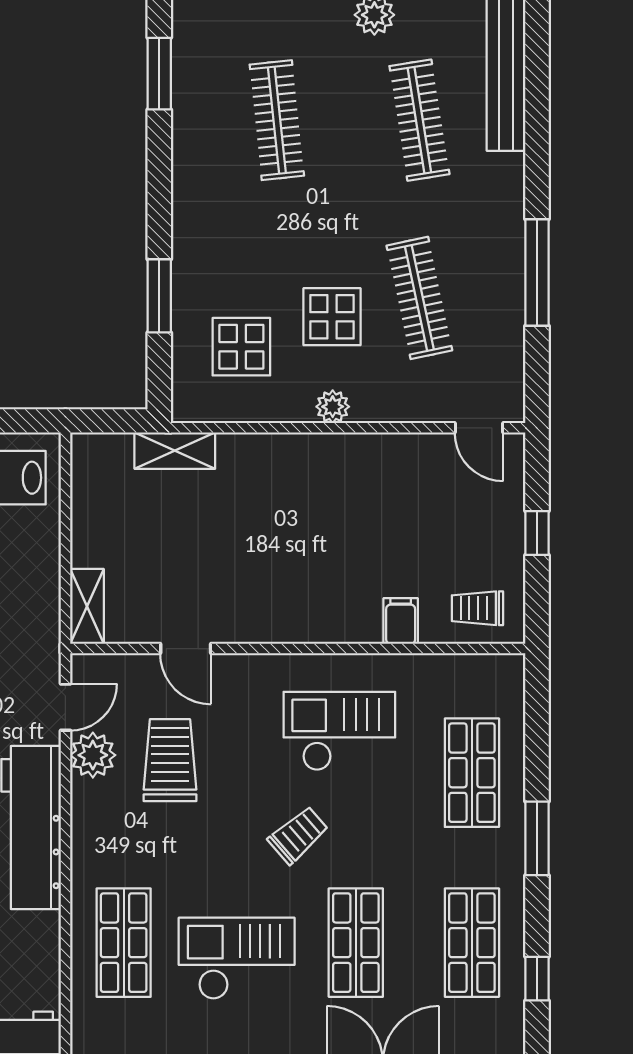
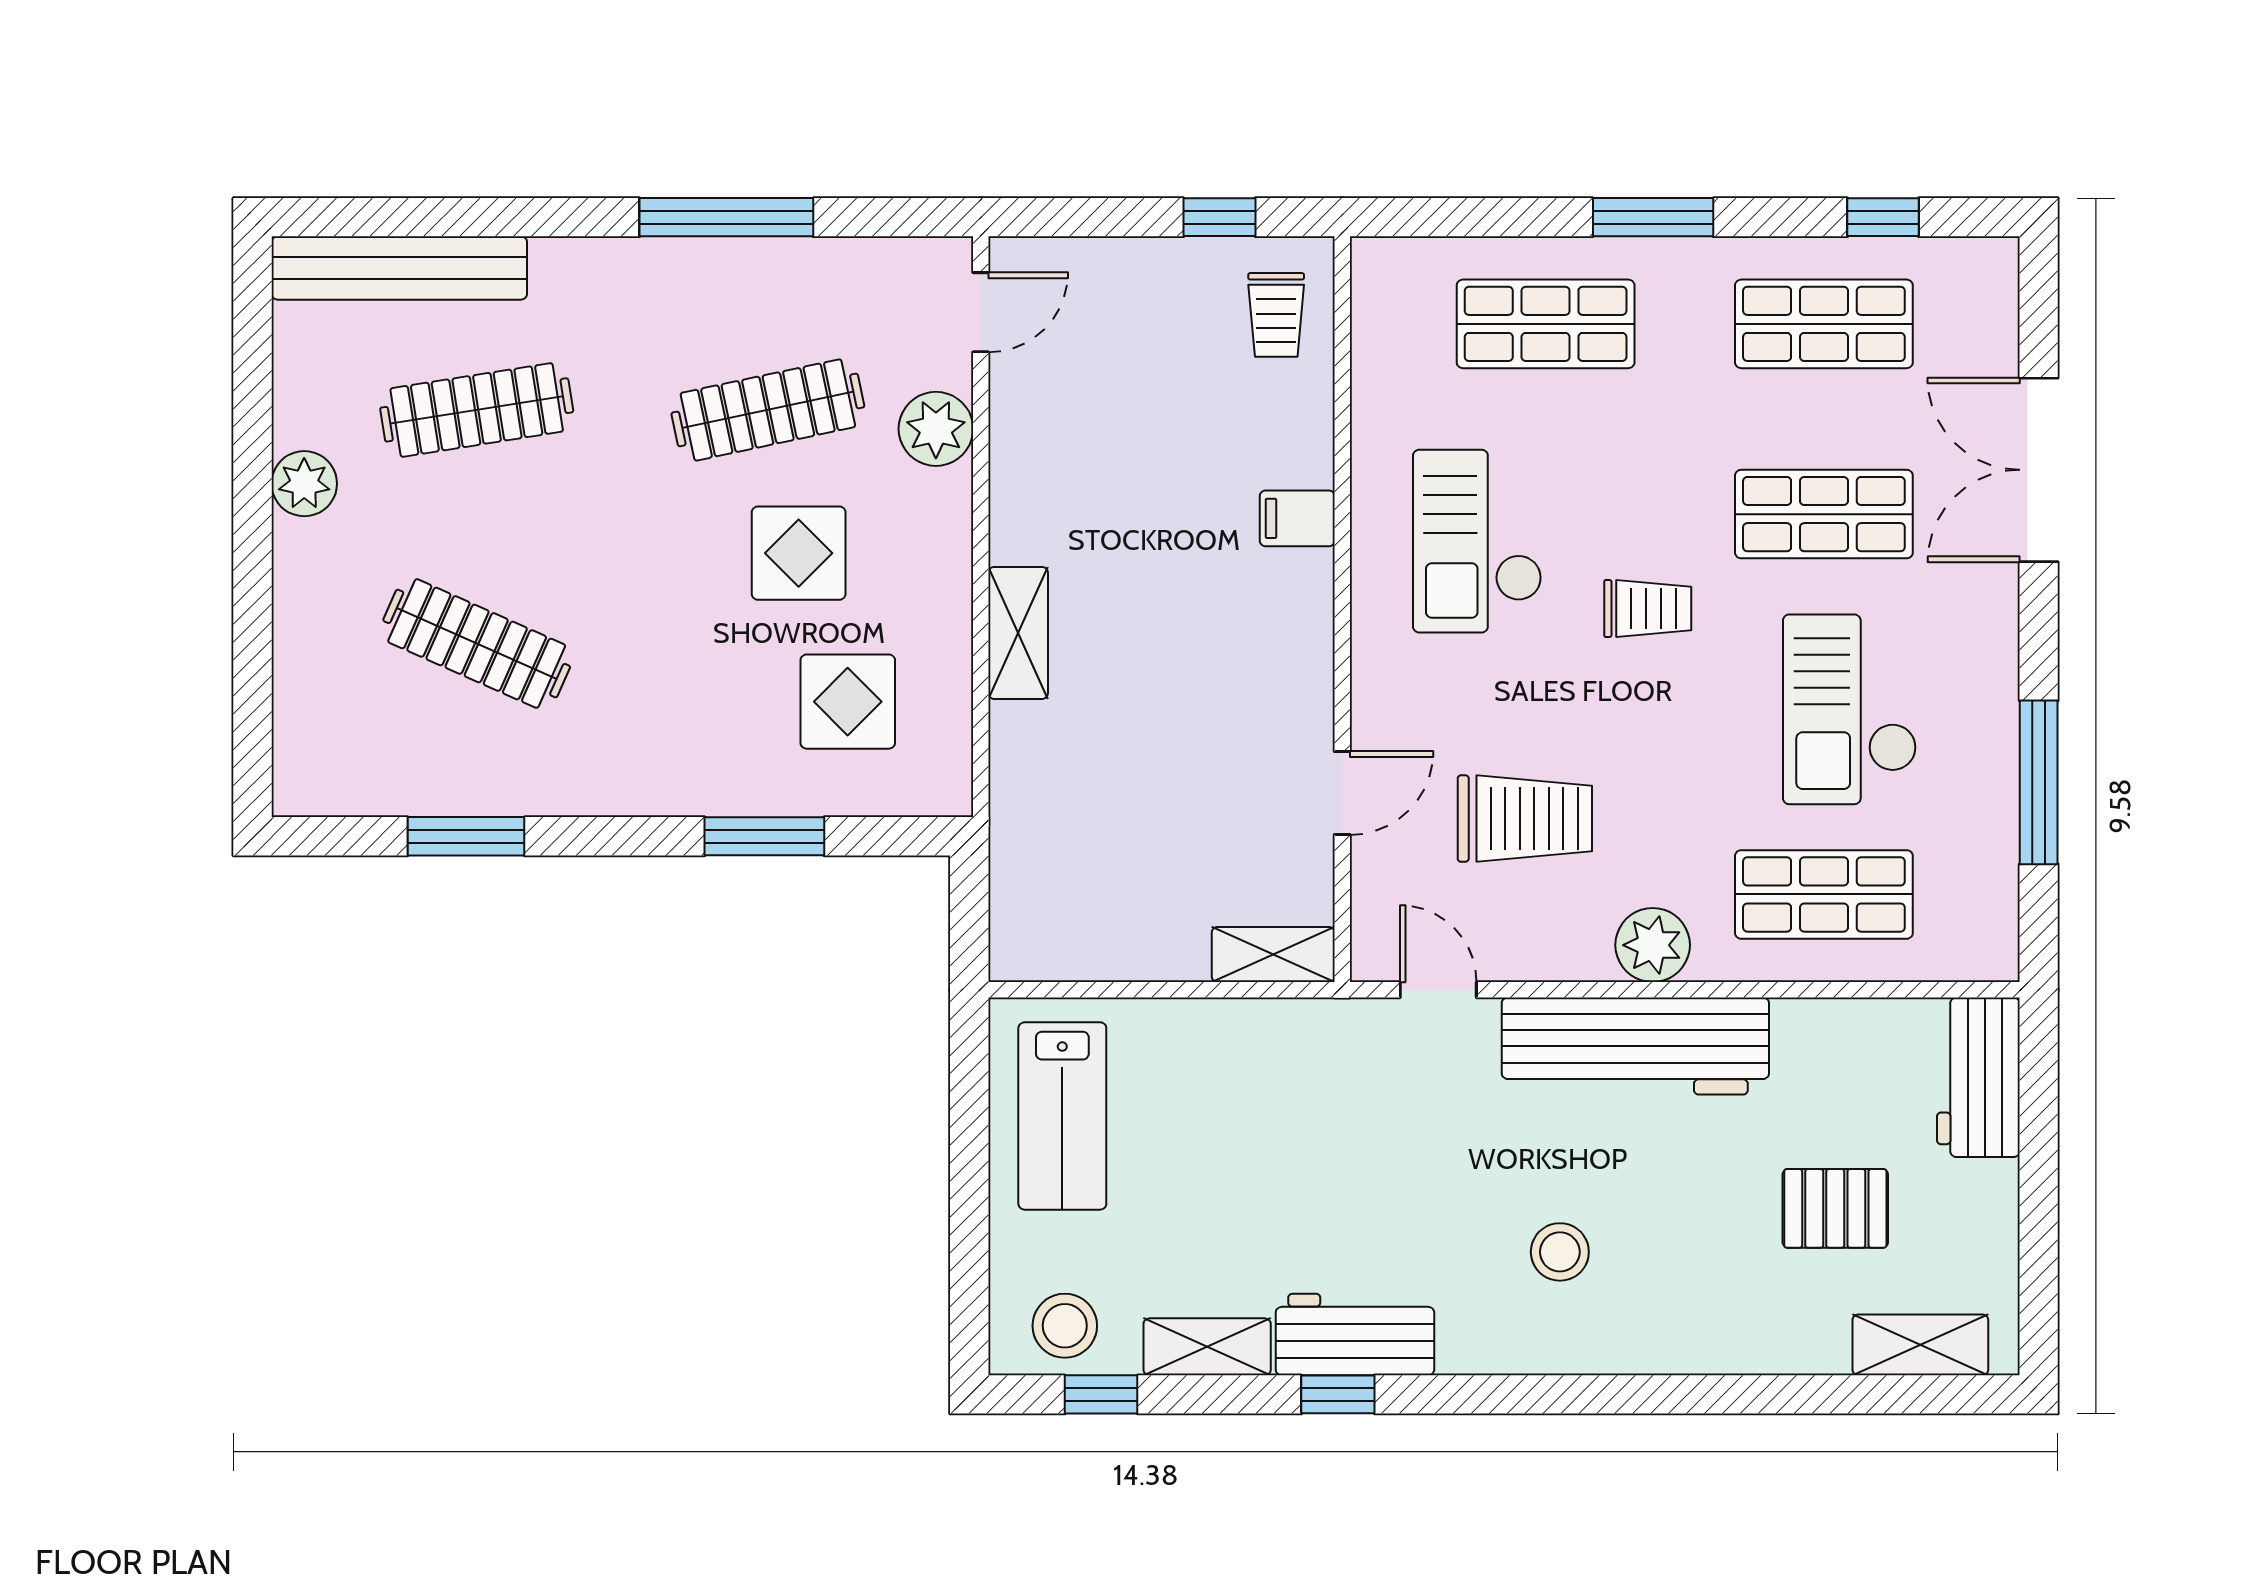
window: (159, 74) -> (466, 836), moved
clothes rail: (277, 120) -> (477, 643), turned 30
plant: (333, 407) -> (936, 429), moved, width x1.38, depth x1.38
shelving: (175, 451) -> (1018, 633), moved
window: (537, 533) -> (1219, 217), moved
filing cabinet: (401, 621) -> (1297, 518), moved
plant: (93, 755) -> (1653, 945), moved
trolley: (170, 760) -> (1525, 819), turned 180
trolley: (298, 835) -> (1648, 609), turned 131

